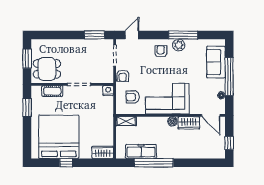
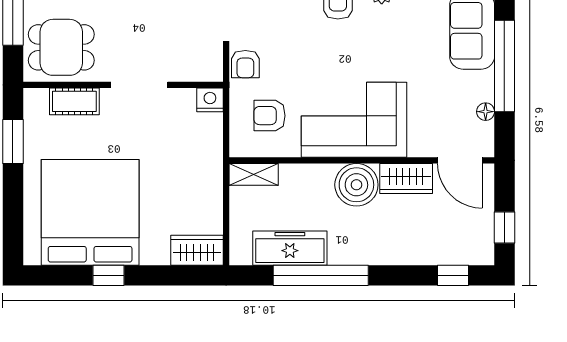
boiler: (172, 121) -> (356, 185), width x1.86, depth x1.86
window: (208, 163) -> (453, 275), added

